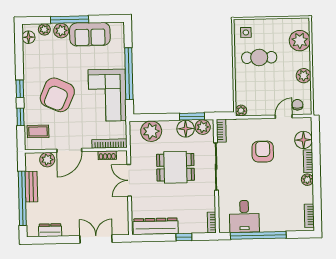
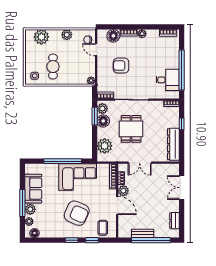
plant: (47, 160) -> (123, 191), moved

